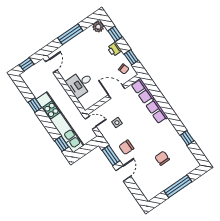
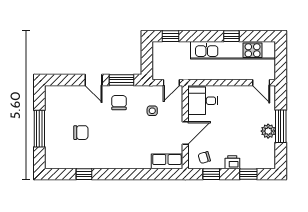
plant: (98, 27) -> (268, 131), moved
window: (27, 64) -> (281, 57), removed
desk: (80, 84) -> (203, 101), moved, turned -90
row of seats: (157, 111) -> (135, 162), removed
kitchen unit: (60, 122) -> (233, 50), moved

